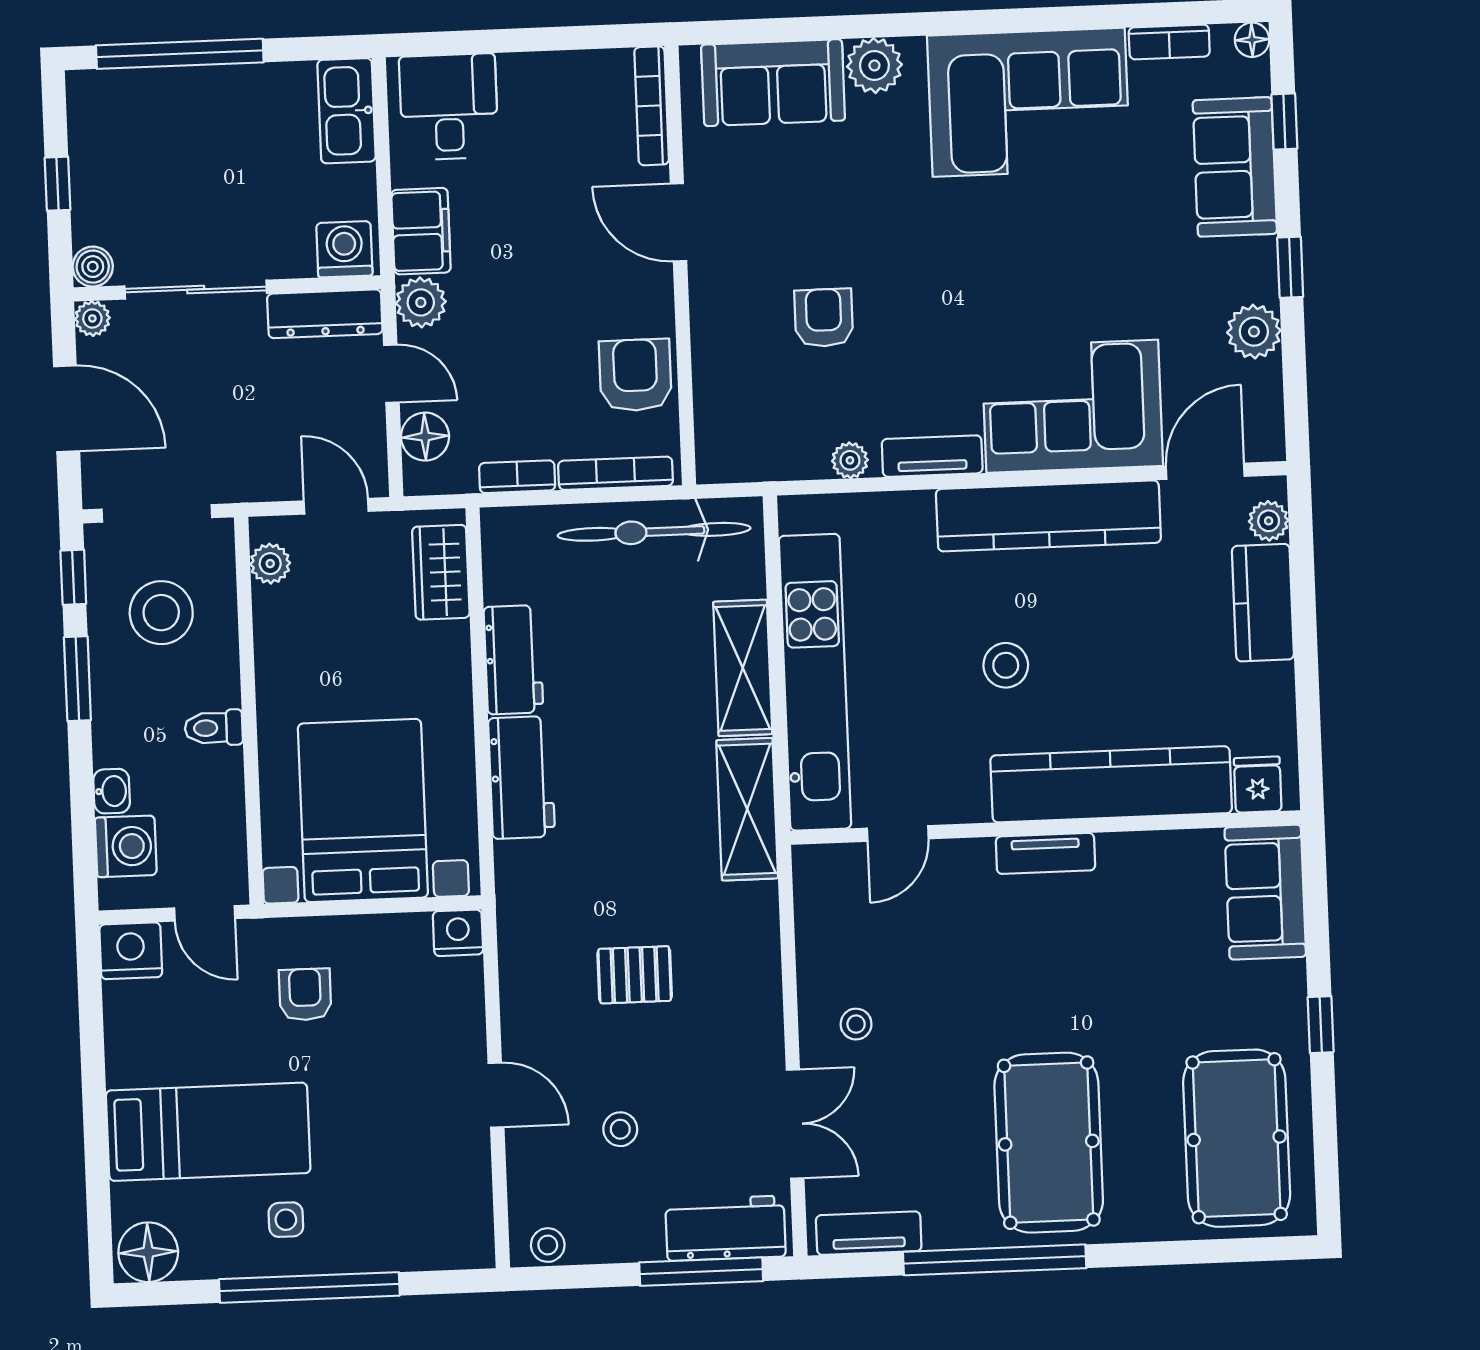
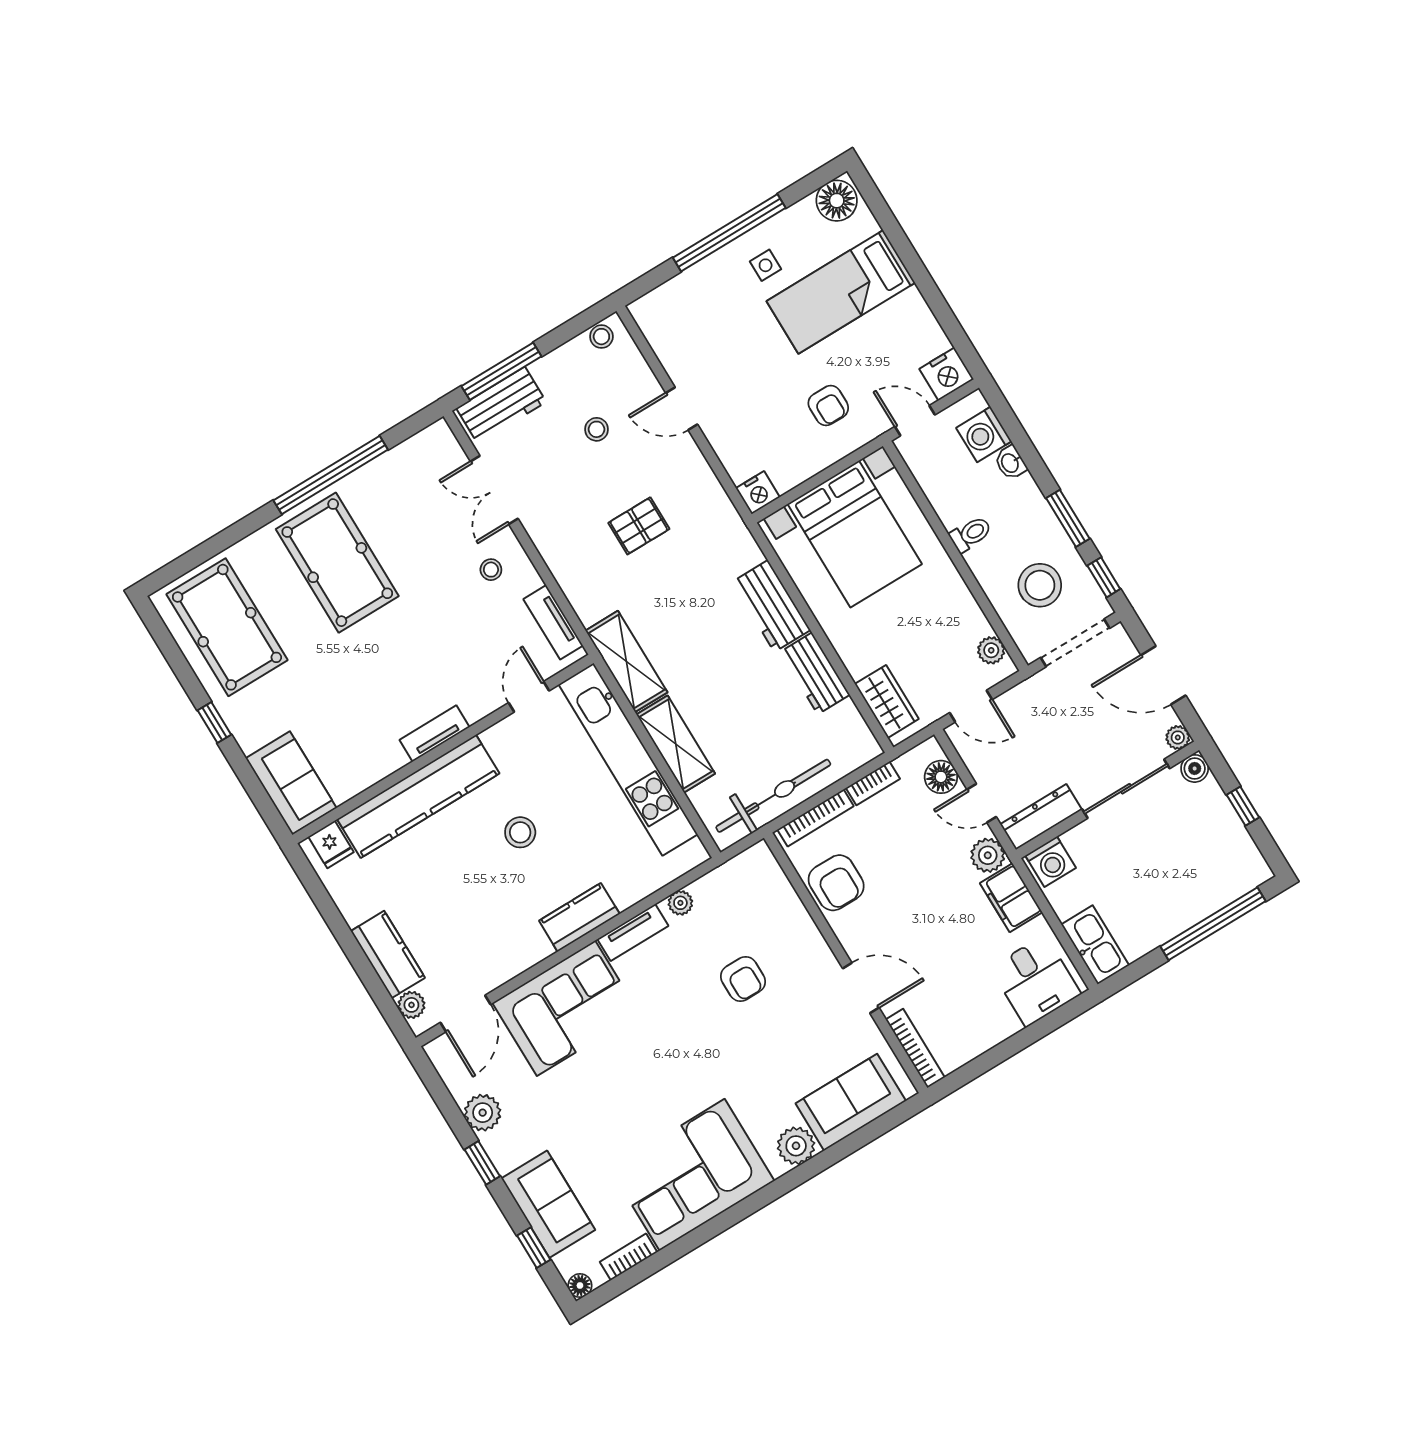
kitchen counter: (1048, 516) -> (579, 917), width x0.48, depth x0.86
tv unit: (869, 1233) -> (553, 622), moved, turned 90

